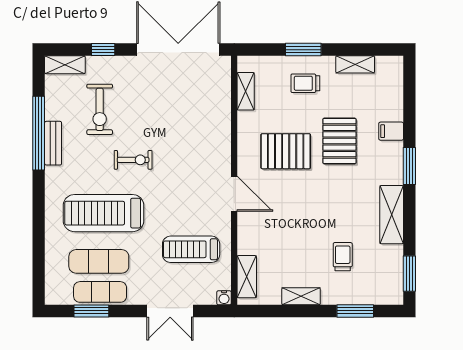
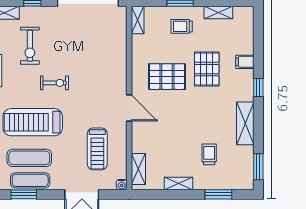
shelving: (246, 91) -> (138, 20), moved
window: (409, 166) -> (258, 87), width x0.67
treadmill: (191, 249) -> (97, 149), turned -90

